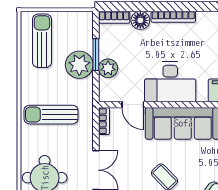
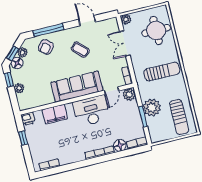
plant: (108, 68) -> (129, 94), moved
door: (133, 105) -> (111, 91), swing flipped

